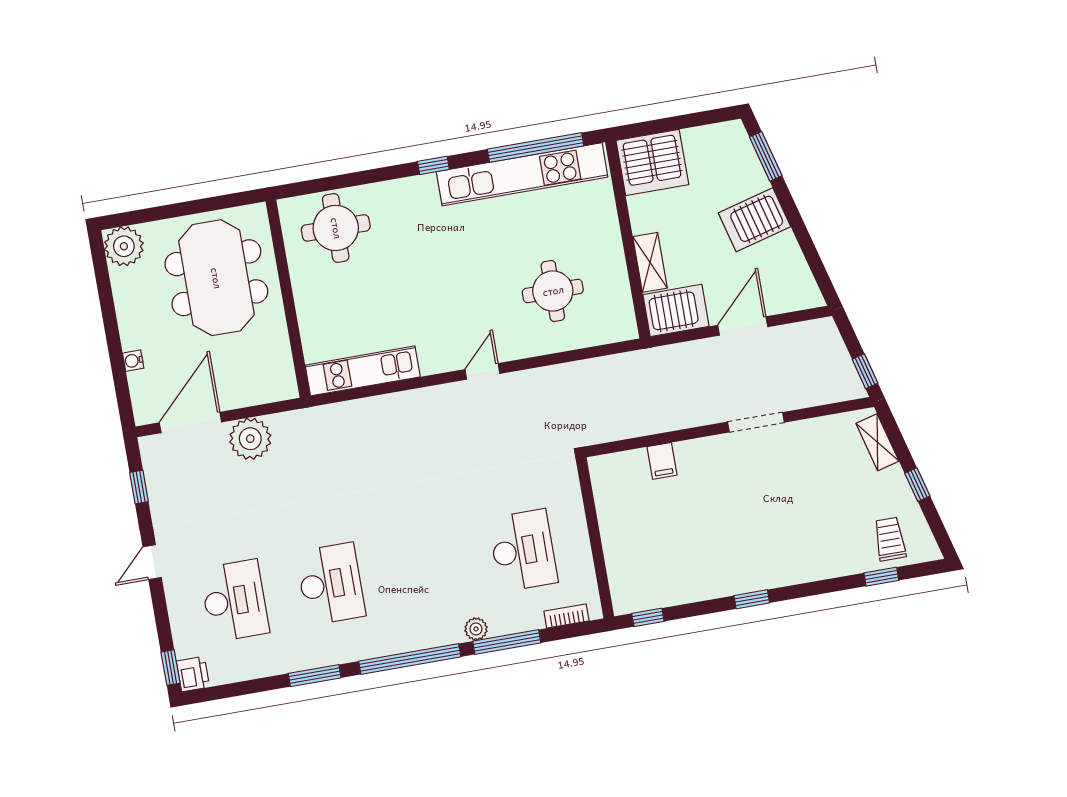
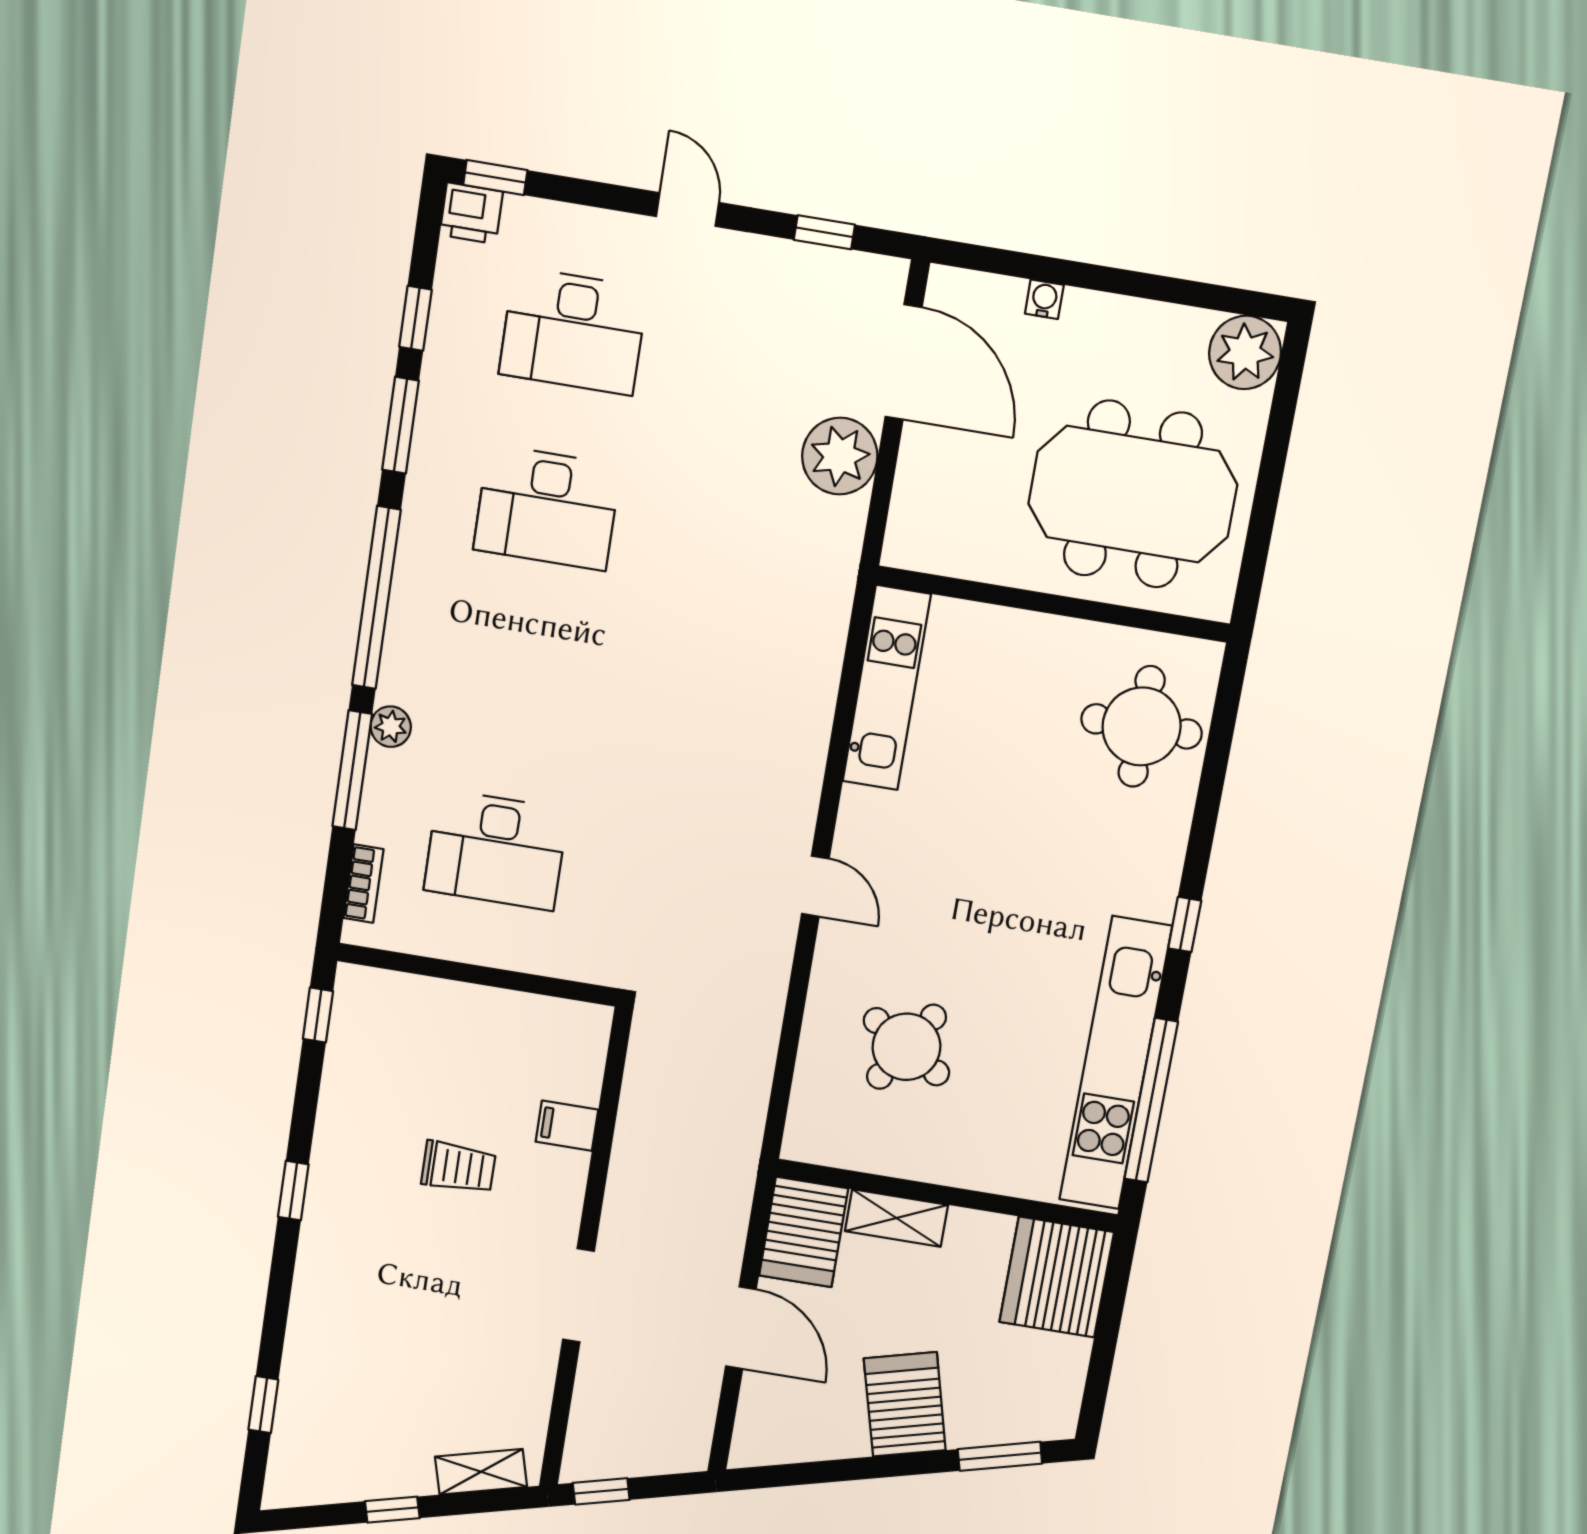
round table: (553, 291) -> (906, 1047), turned 32
trolley: (890, 539) -> (458, 1167), moved
window: (257, 686) -> (415, 318), added

